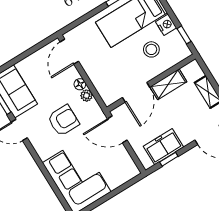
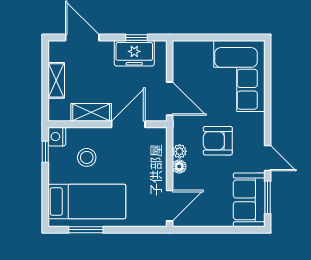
nightstand: (166, 25) -> (57, 137), moved

